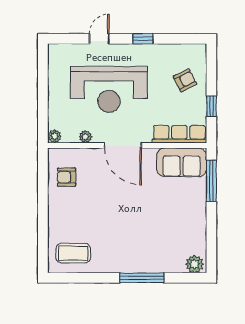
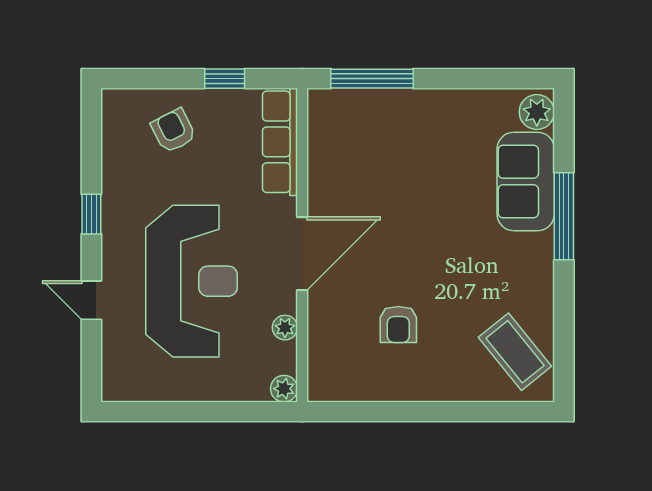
sofa: (182, 162) -> (526, 181), moved, turned 180
armchair: (67, 177) -> (398, 324), moved
coffee table: (73, 253) -> (515, 352), turned -39

